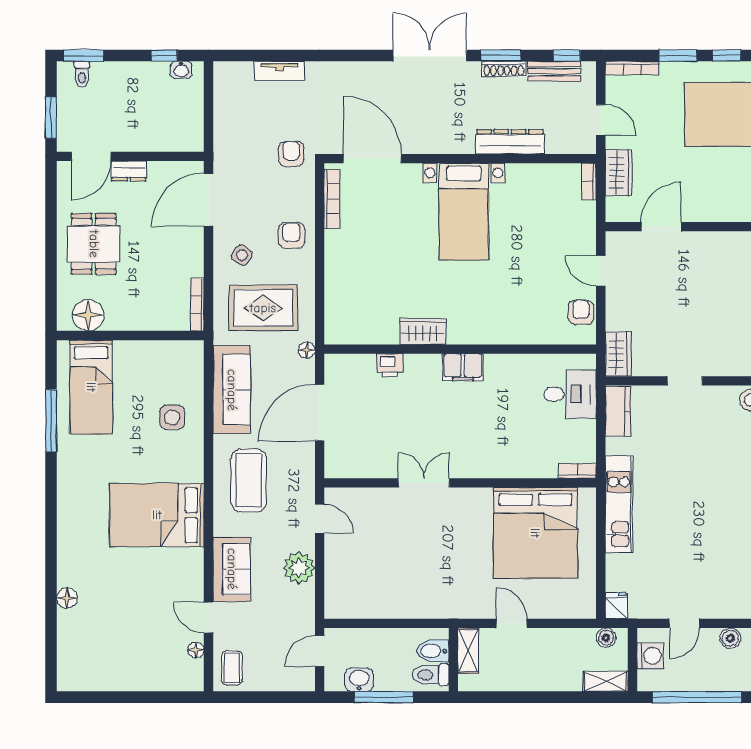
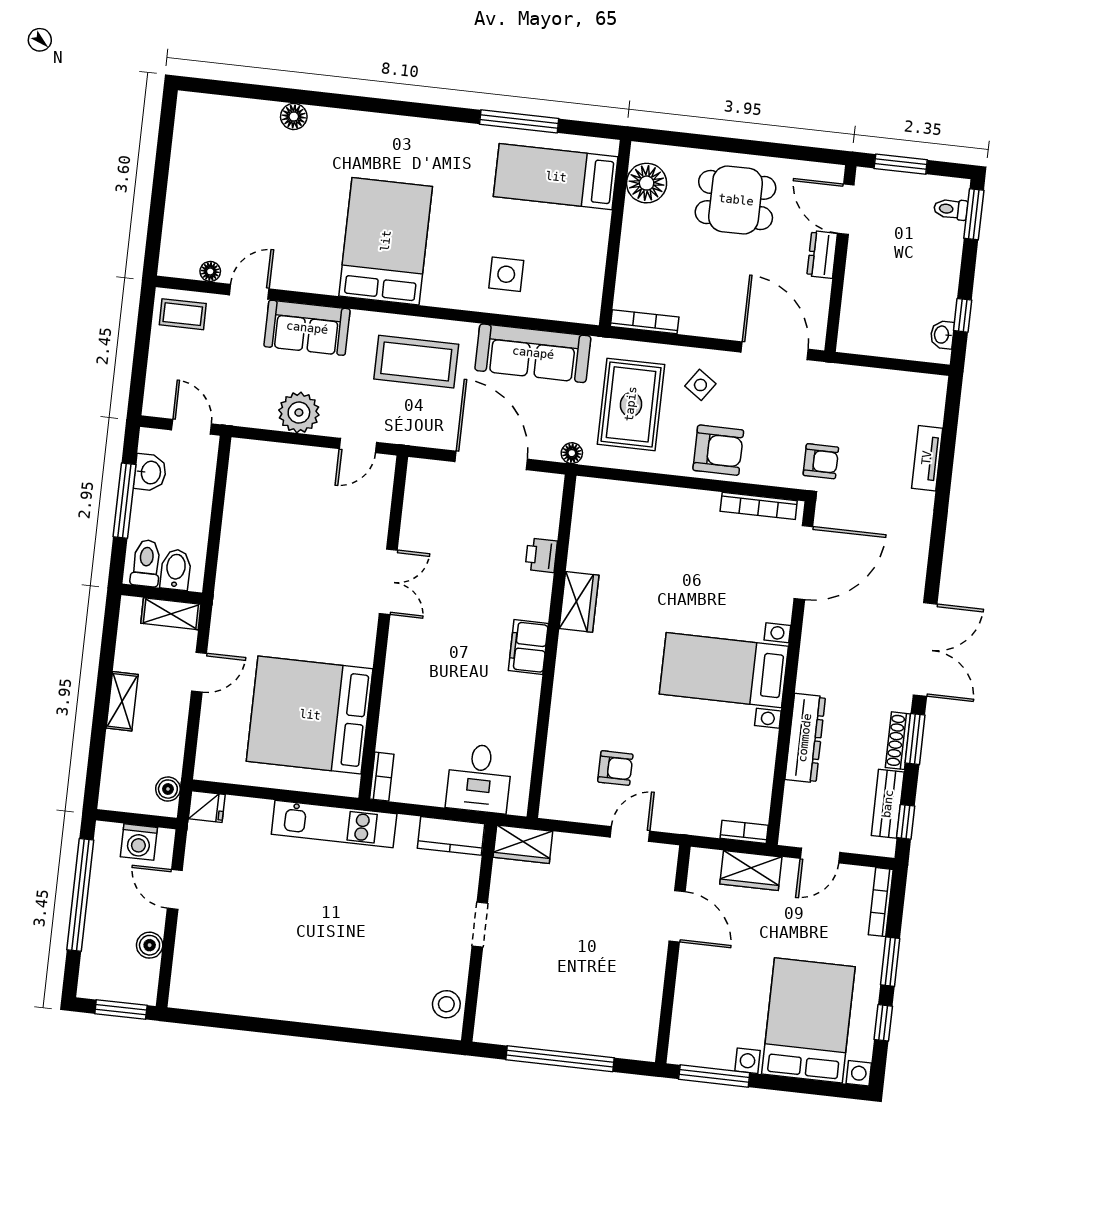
armchair: (292, 235) -> (718, 450), width x1.38, depth x1.38
armchair: (581, 312) -> (615, 768), moved
shelving: (605, 681) -> (122, 701), moved

